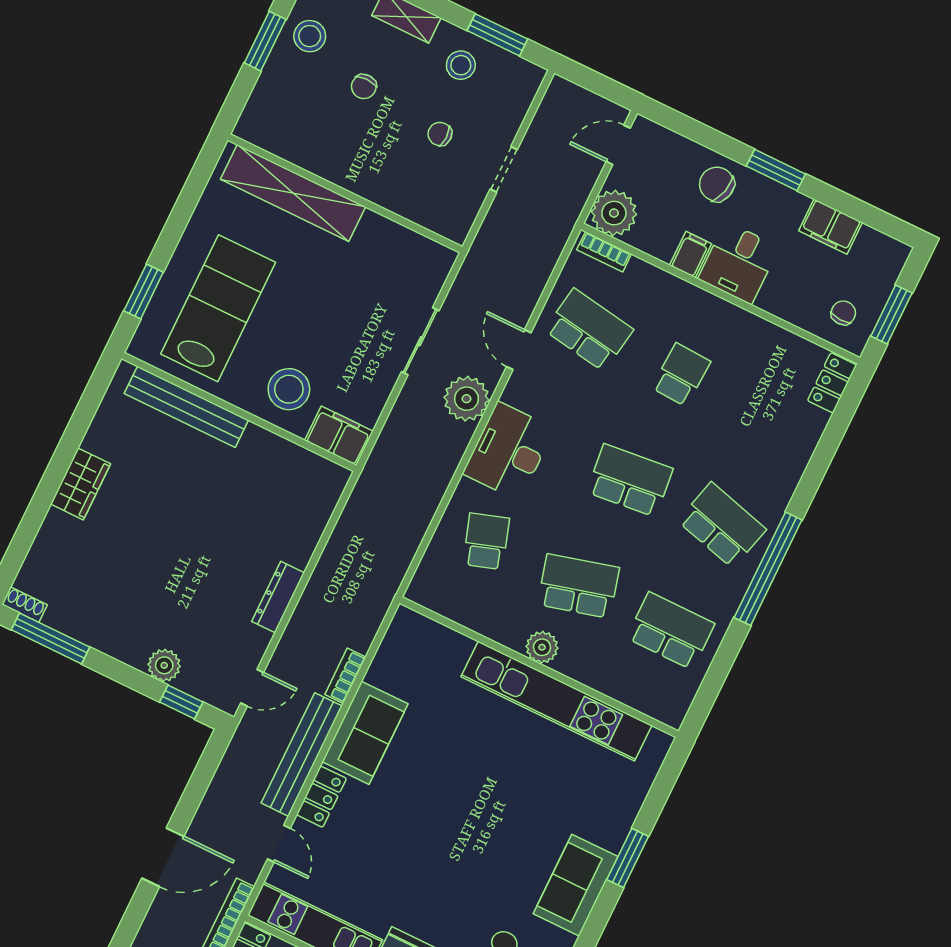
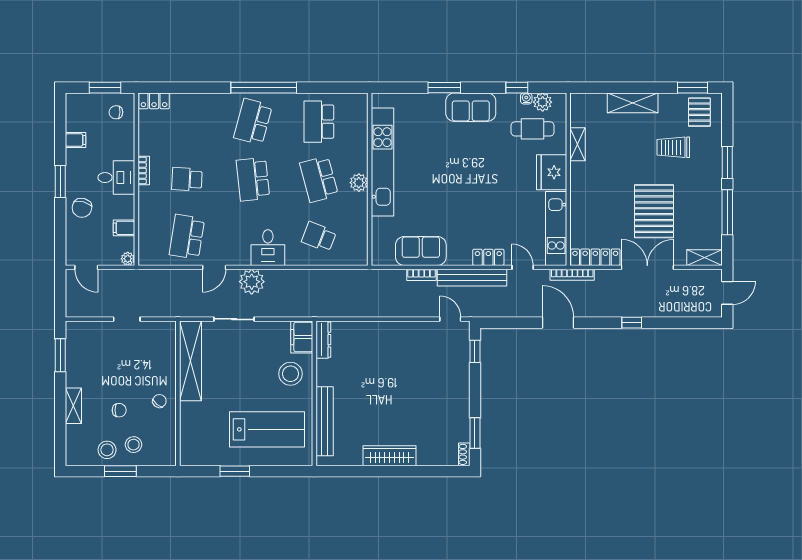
stool: (461, 65) -> (133, 445), moved
chair: (440, 134) -> (159, 401), moved, turned -140
shelving: (293, 193) -> (190, 361), moved
plant: (614, 213) -> (128, 259), width x0.53, depth x0.53
filing cabinet: (830, 227) -> (76, 140), width x0.50
bookcase: (604, 252) -> (144, 170), moved
filing cabinet: (691, 255) -> (124, 228), moved
window: (144, 292) -> (235, 471), moved
lab bench: (218, 308) -> (267, 429), turned 180
desk: (509, 451) -> (268, 248), width x0.73
wardrobe: (81, 484) -> (390, 456), width x1.50
school desk: (486, 541) -> (319, 237), turned 39
dresser: (278, 597) -> (323, 340), moved, turned -90
window: (50, 638) -> (475, 433), width x0.69
plant: (164, 665) -> (461, 369), removed
sofa: (365, 733) -> (421, 251), moved
door: (279, 844) -> (523, 267), hinge flipped

